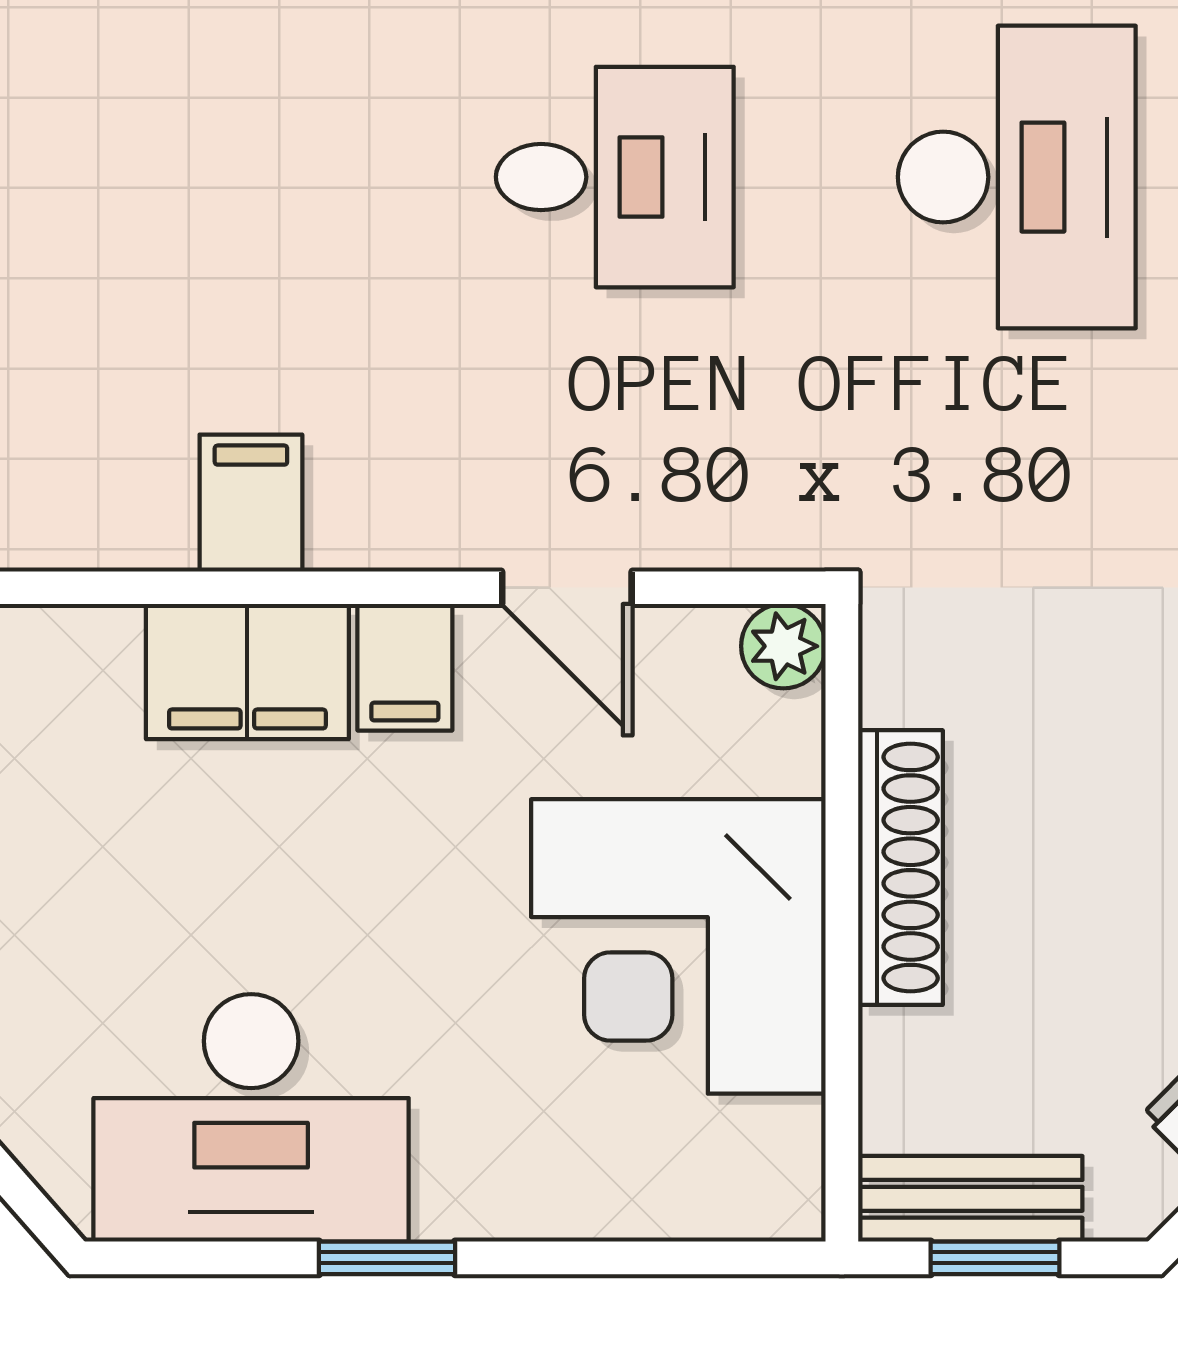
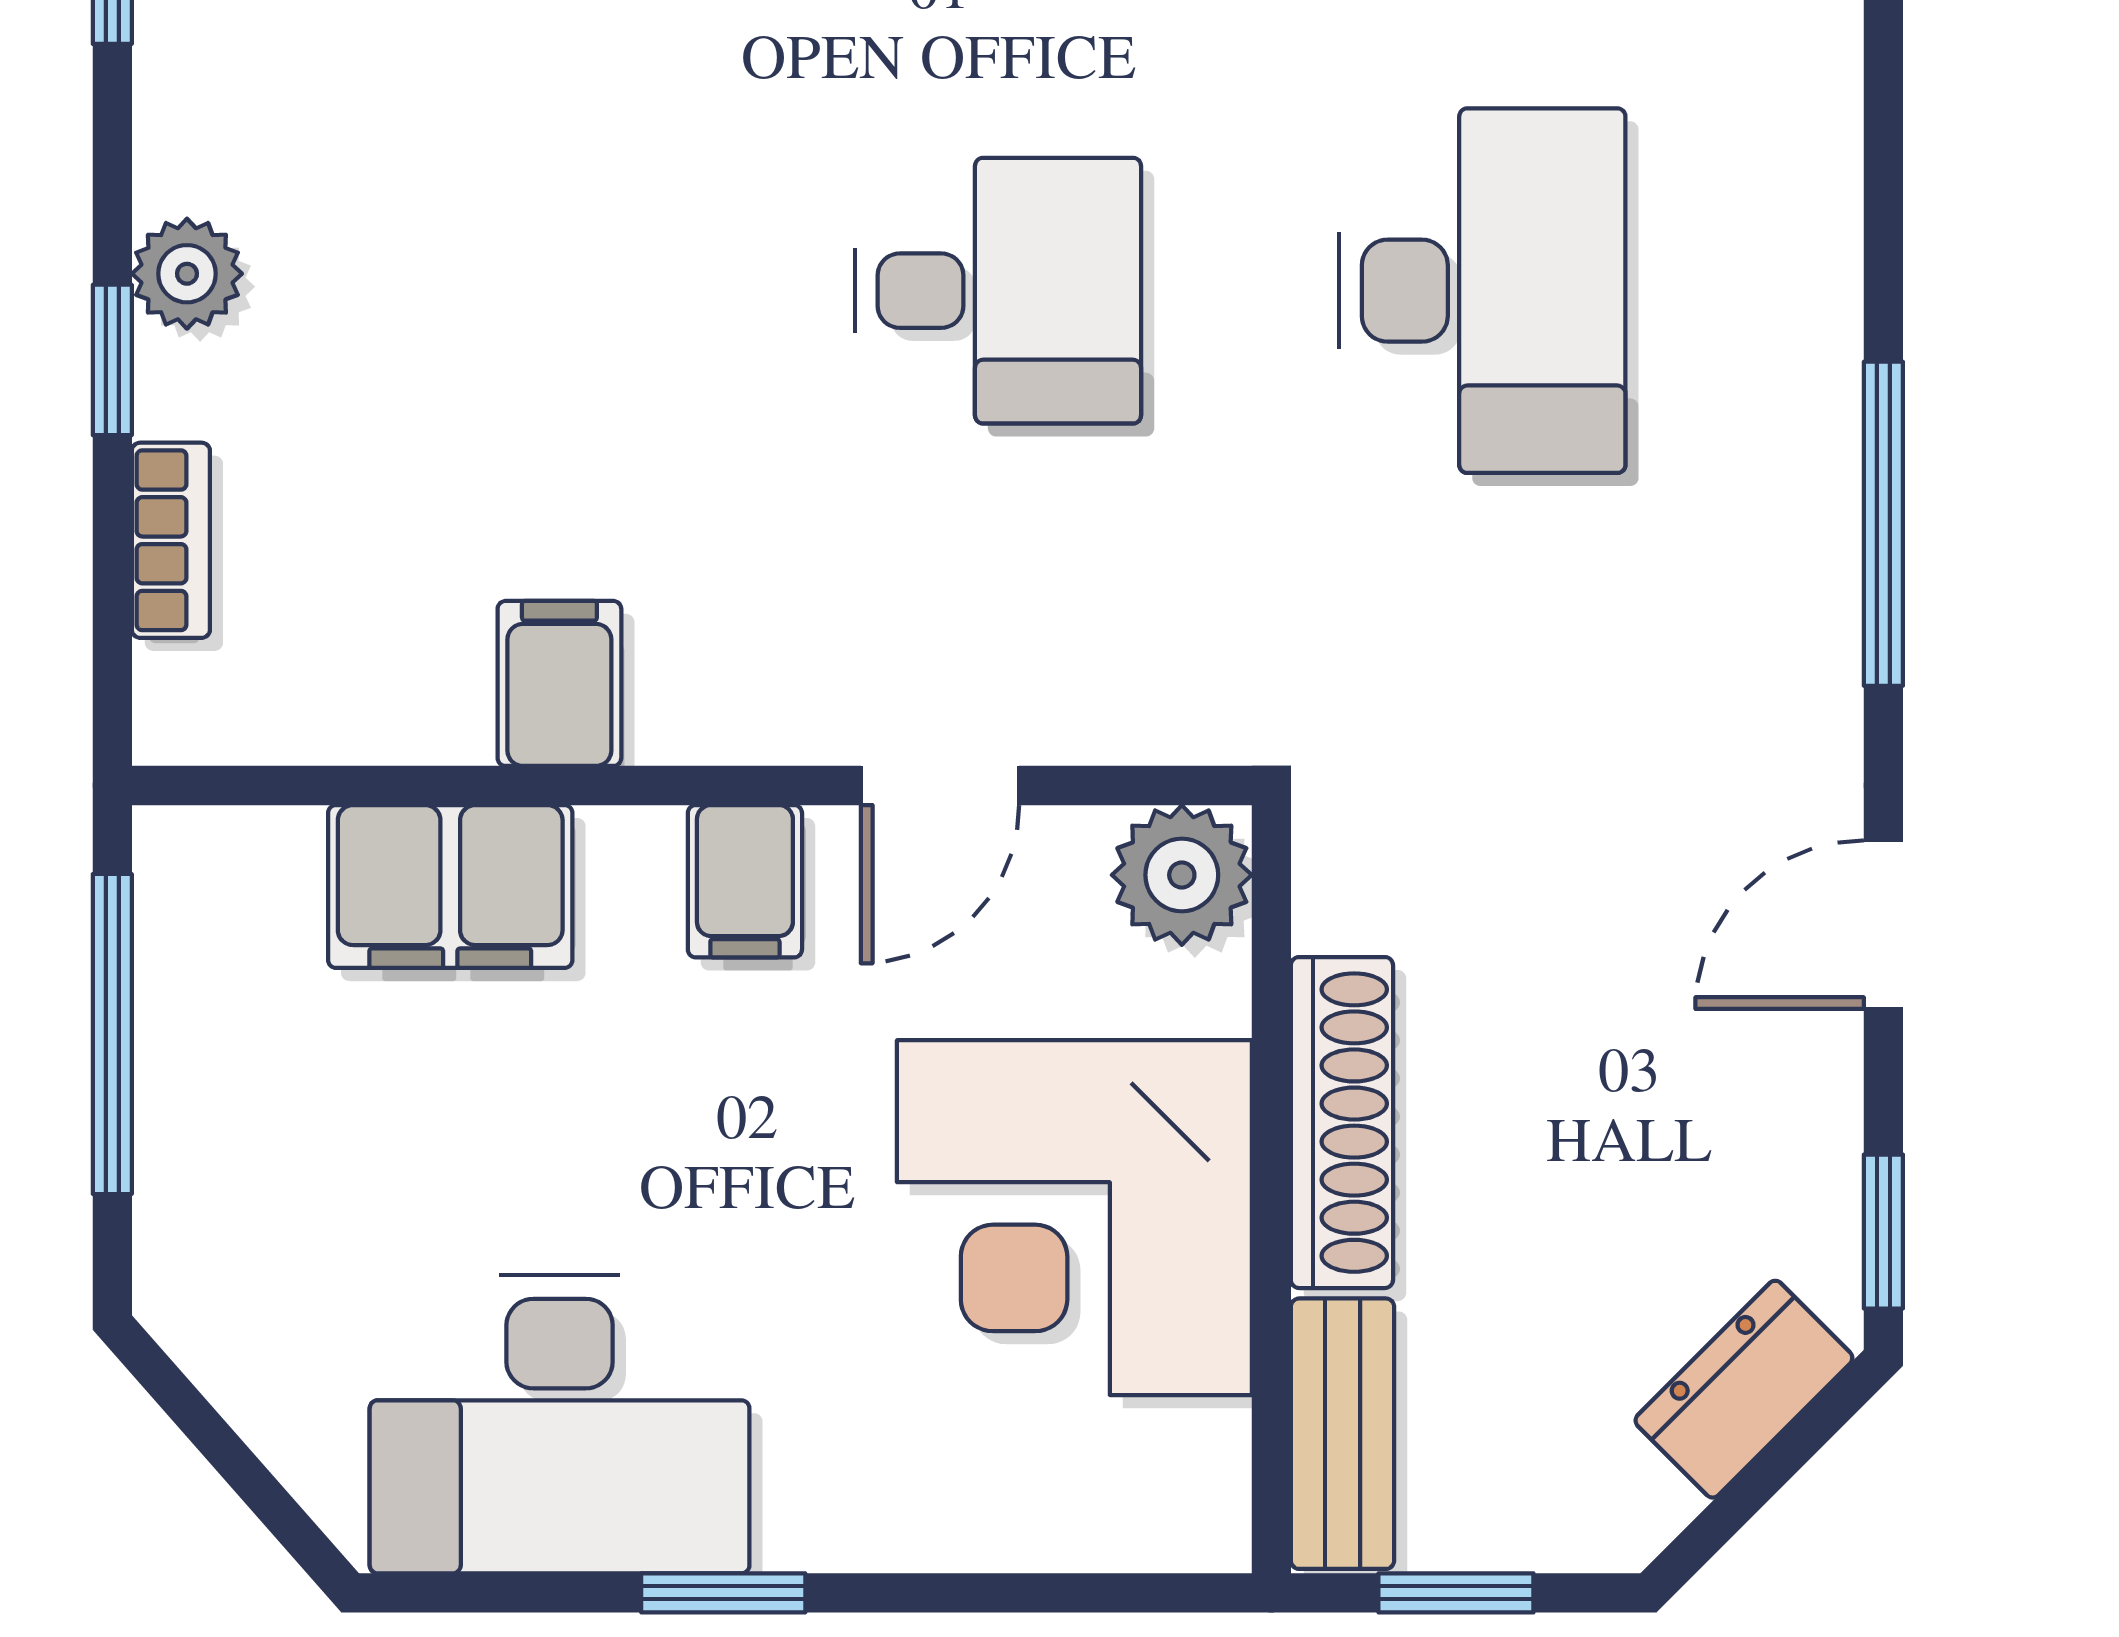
door: (567, 588) -> (940, 785), hinge flipped
plant: (783, 646) -> (1182, 875), width x1.38, depth x1.38
filing cabinet: (247, 672) -> (450, 887), moved
bench: (970, 1199) -> (1342, 1434), moved, turned 90

